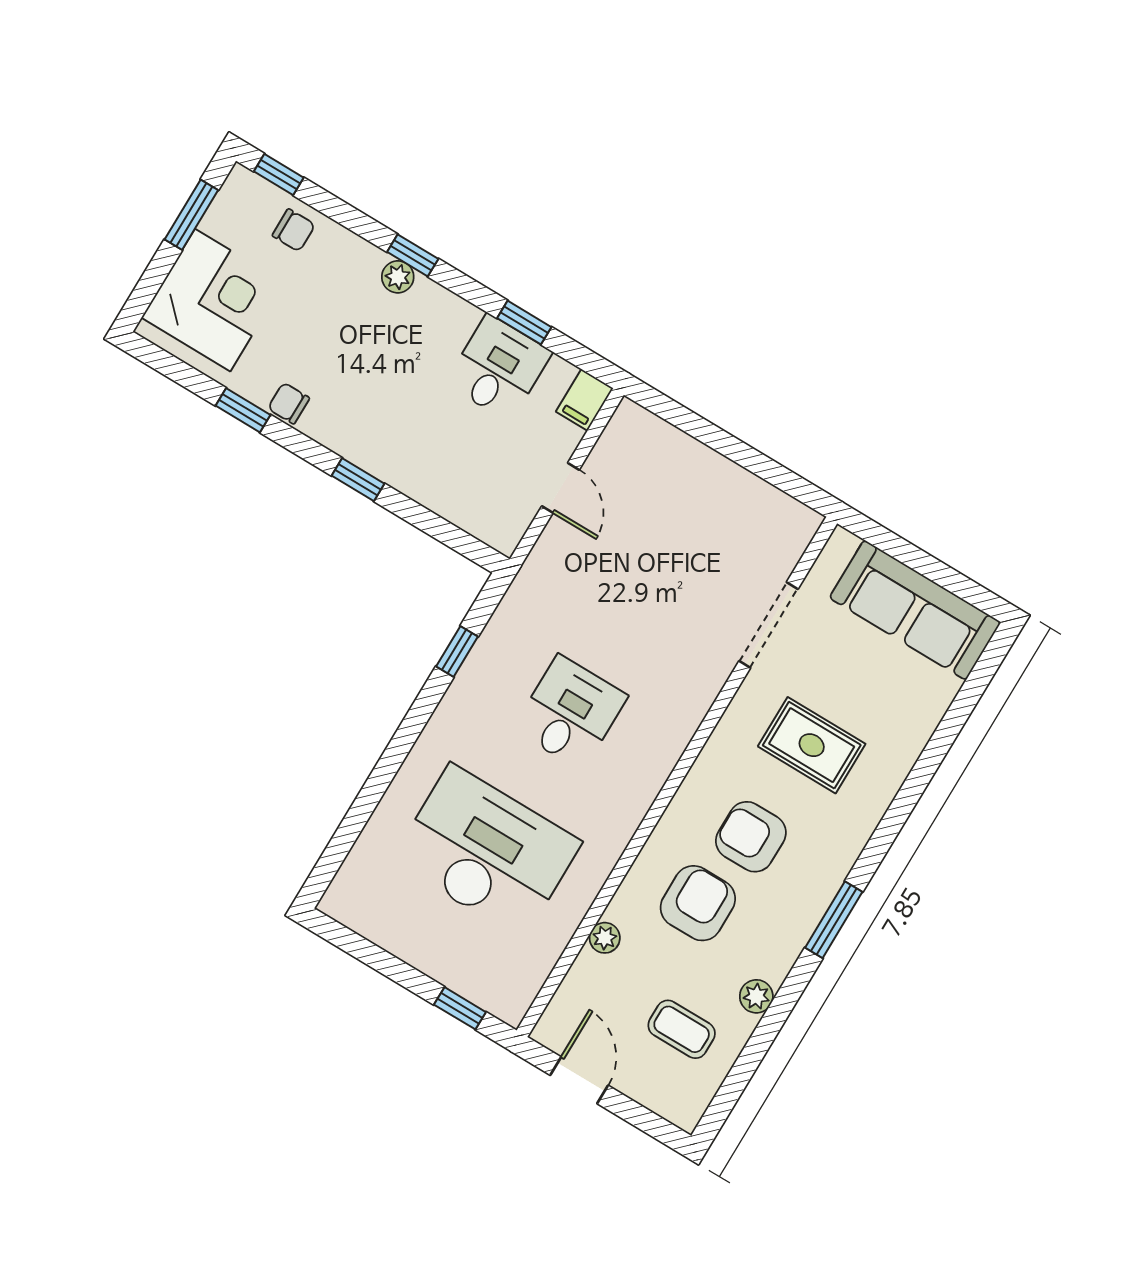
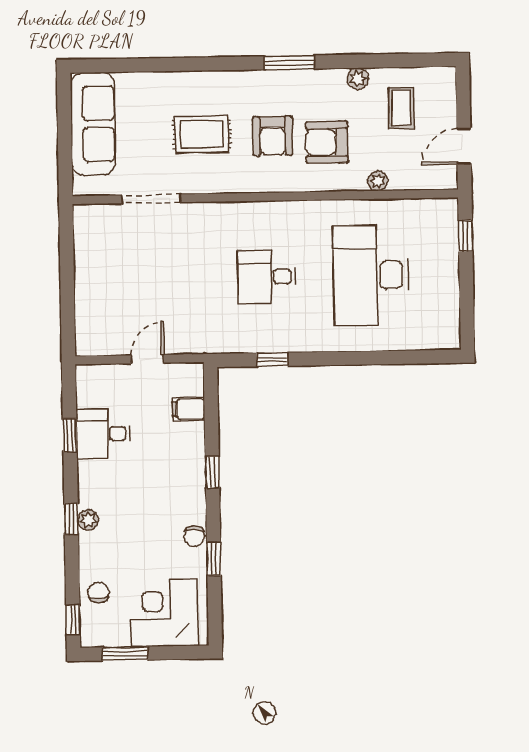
filing cabinet: (585, 400) -> (189, 409), moved, turned 180
rug: (812, 745) -> (202, 134), turned 90

